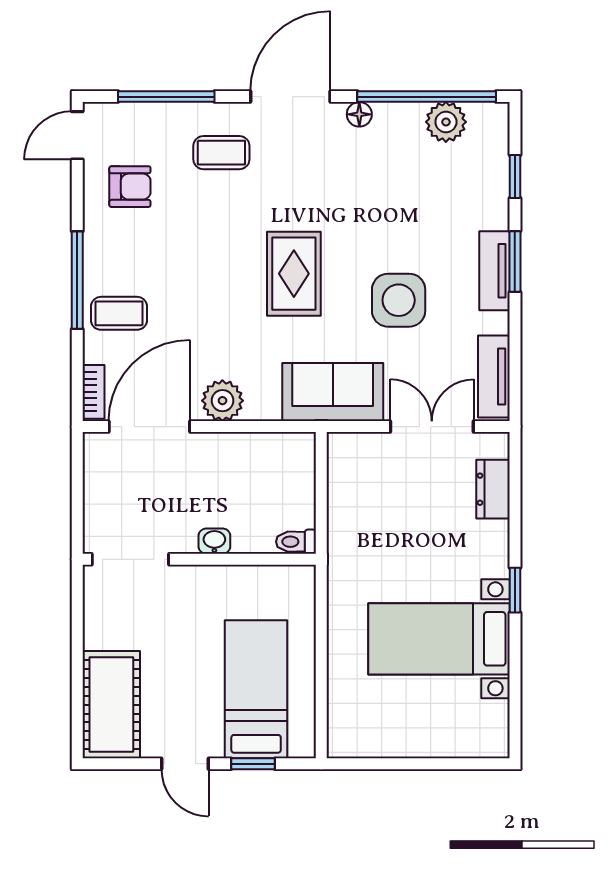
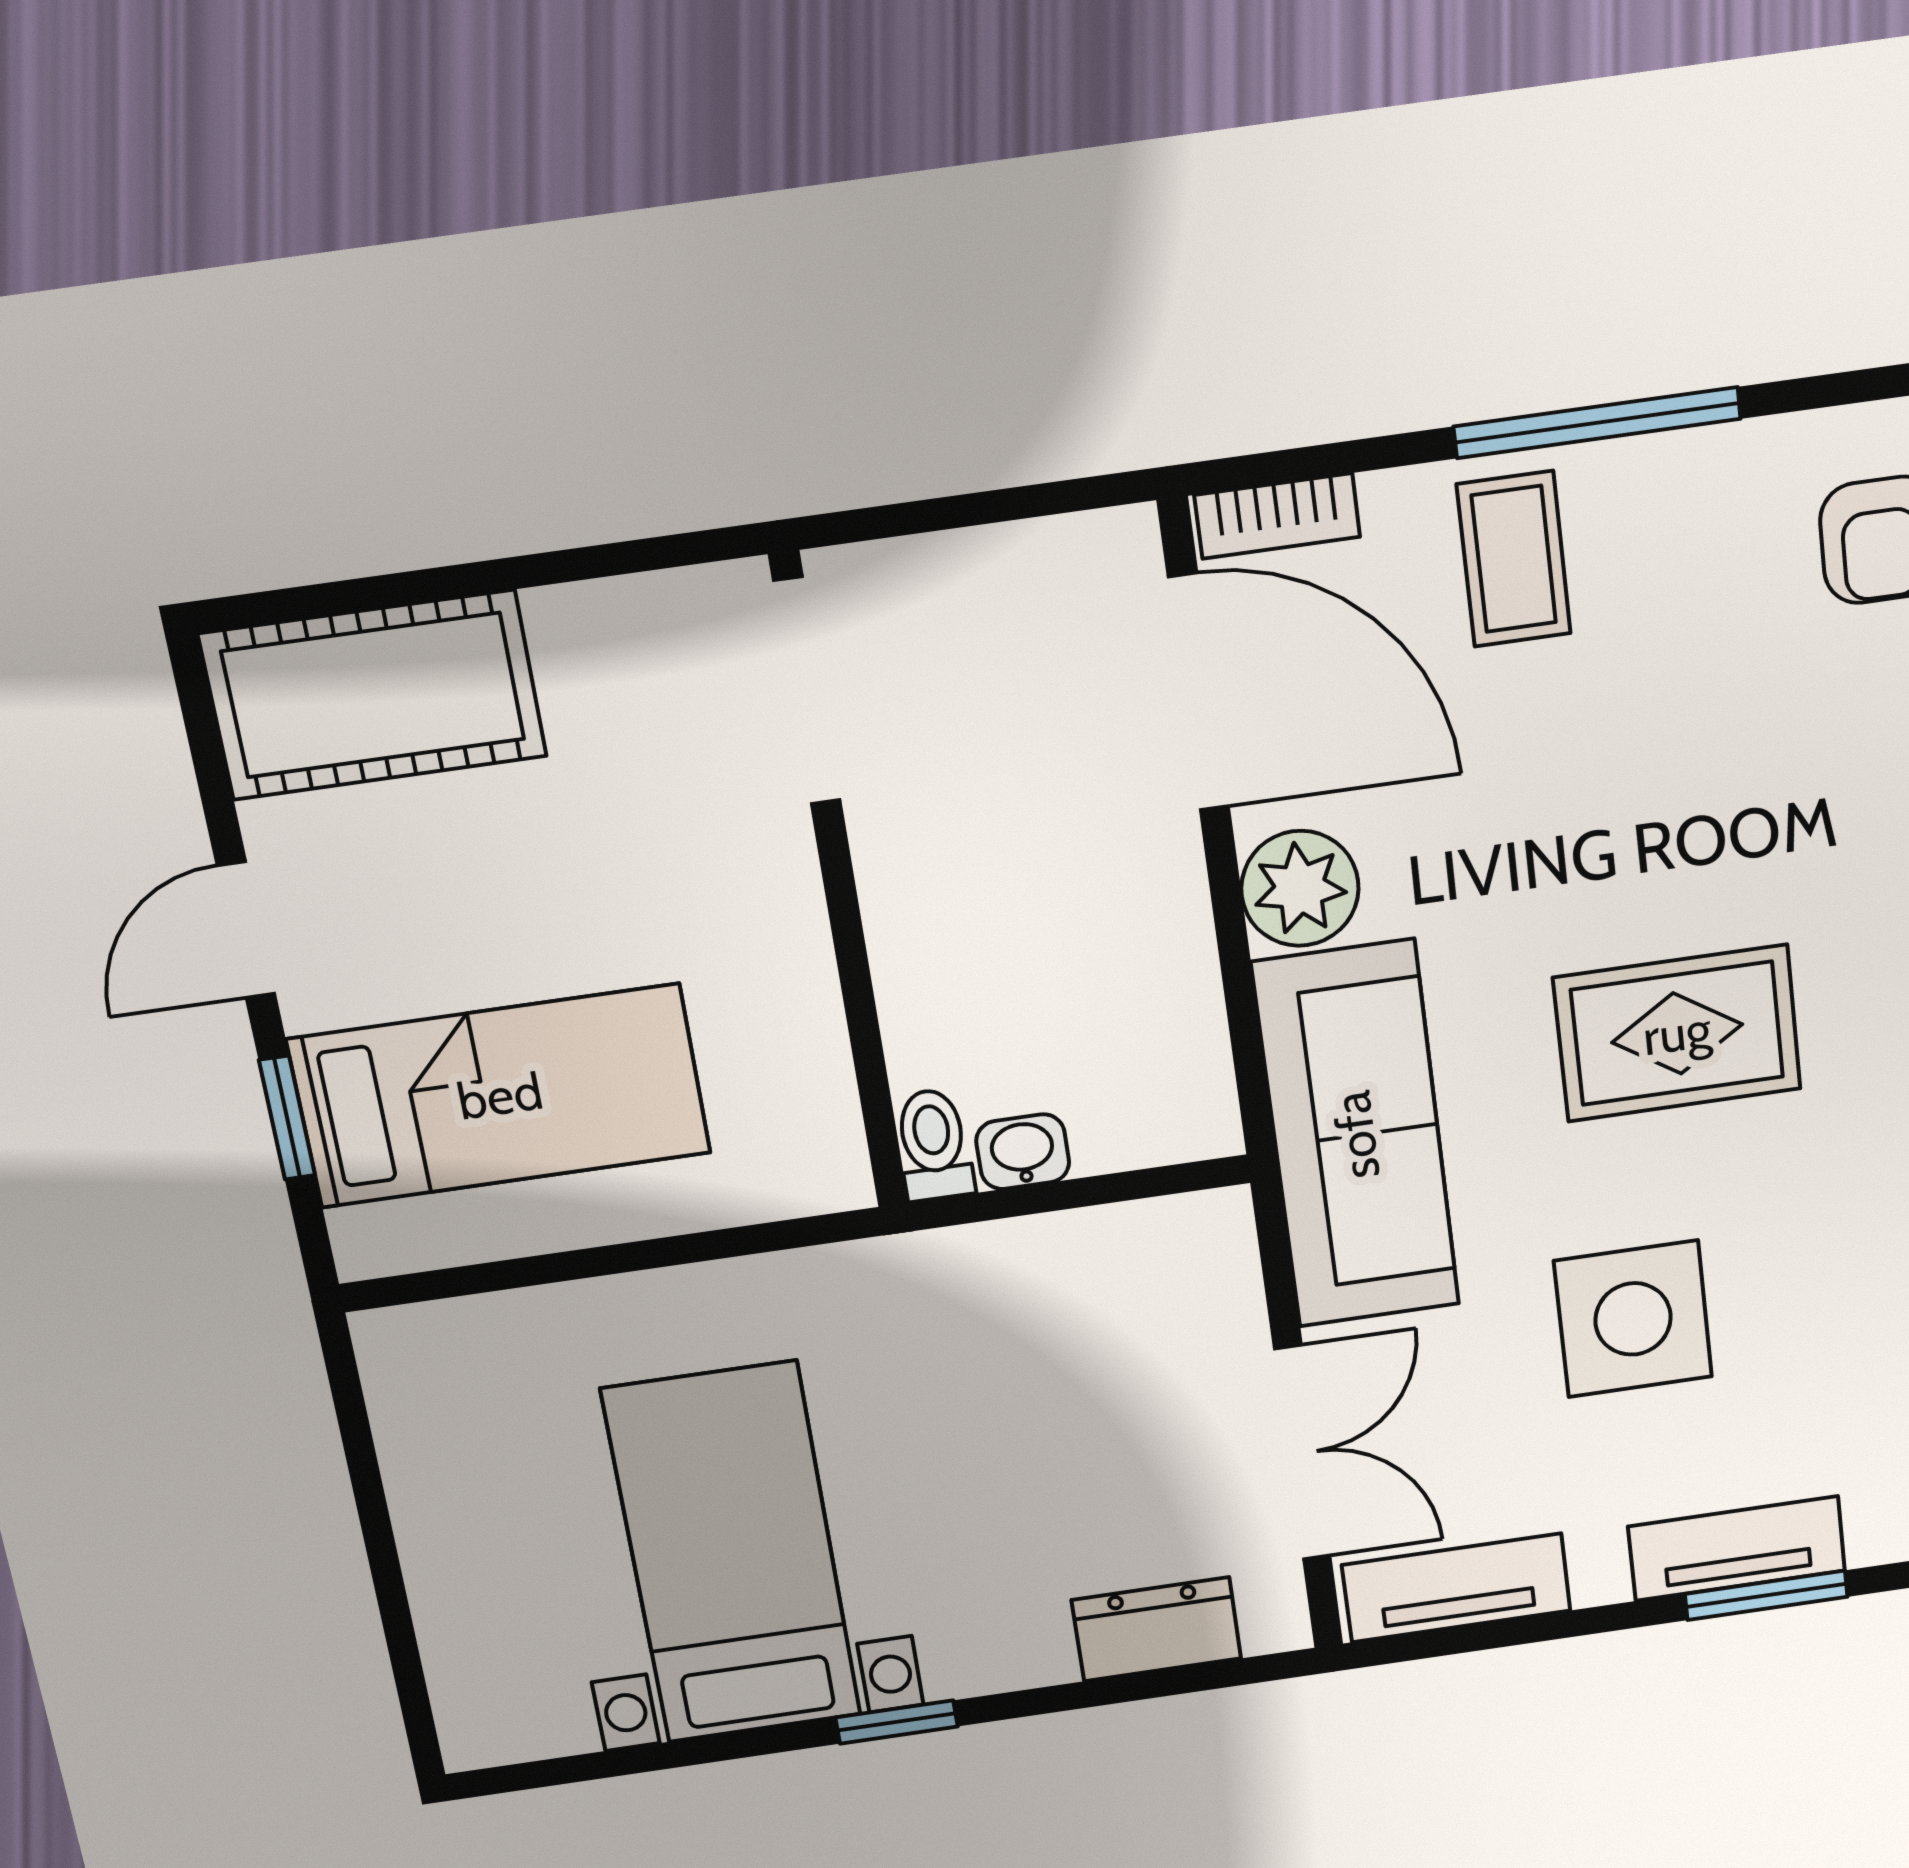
sofa: (333, 392) -> (1356, 1135), width x1.36
washbasin: (214, 541) -> (1023, 1152), moved, turned -90

